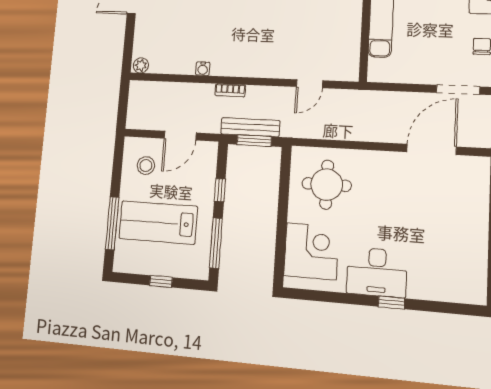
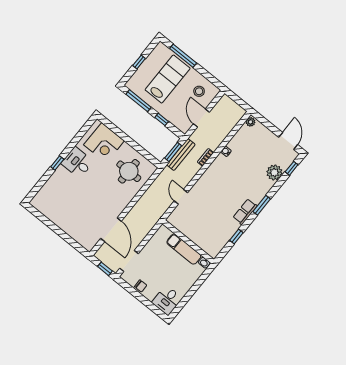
desk: (377, 272) -> (77, 163), width x0.73

